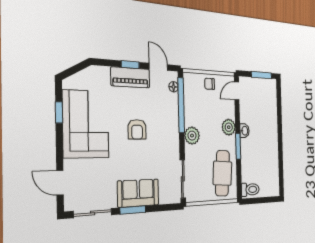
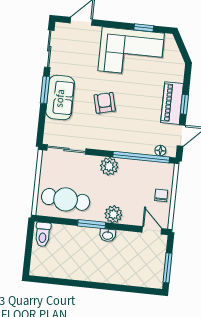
armchair: (137, 129) -> (105, 103), moved, turned 76

